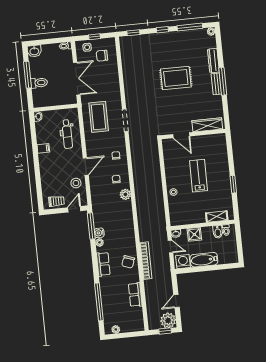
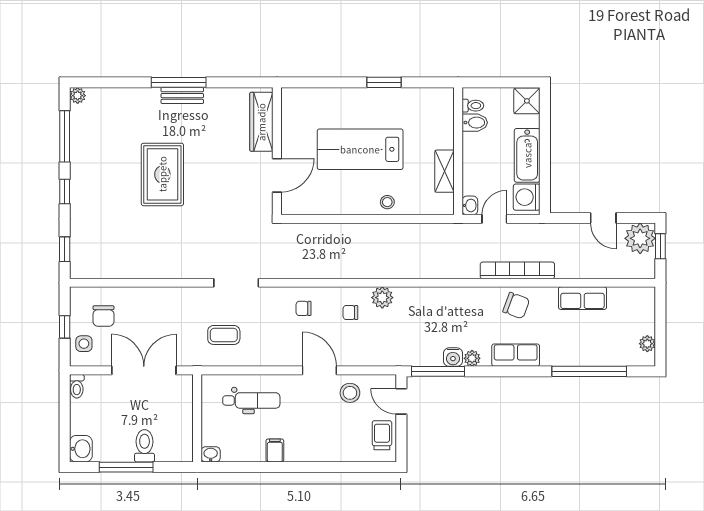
dresser: (213, 61) -> (136, 97), removed
coffee table: (99, 117) -> (224, 335), width x0.54, depth x0.58
lab bench: (199, 176) -> (360, 149), width x1.36, depth x1.39
shelving: (217, 217) -> (445, 171), moved
shower: (194, 234) -> (527, 101), moved

